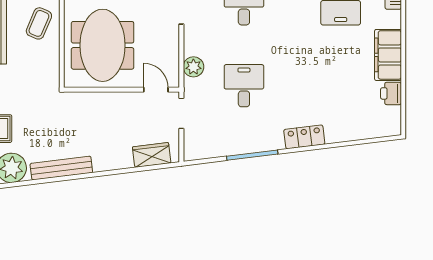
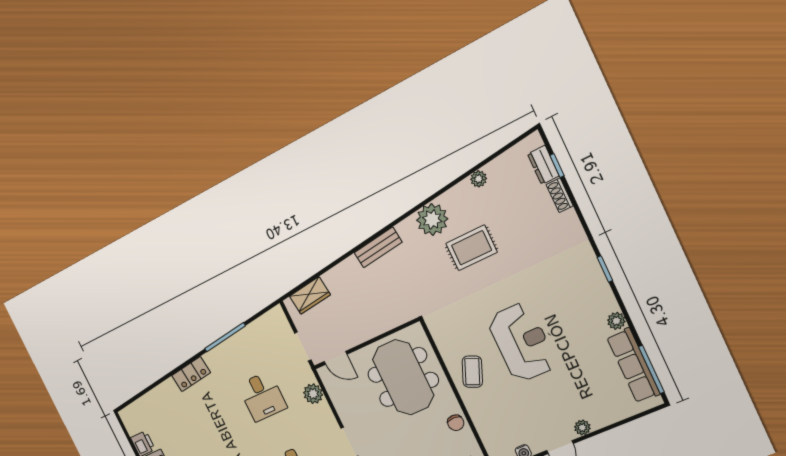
bench: (61, 168) -> (378, 247), width x0.73

